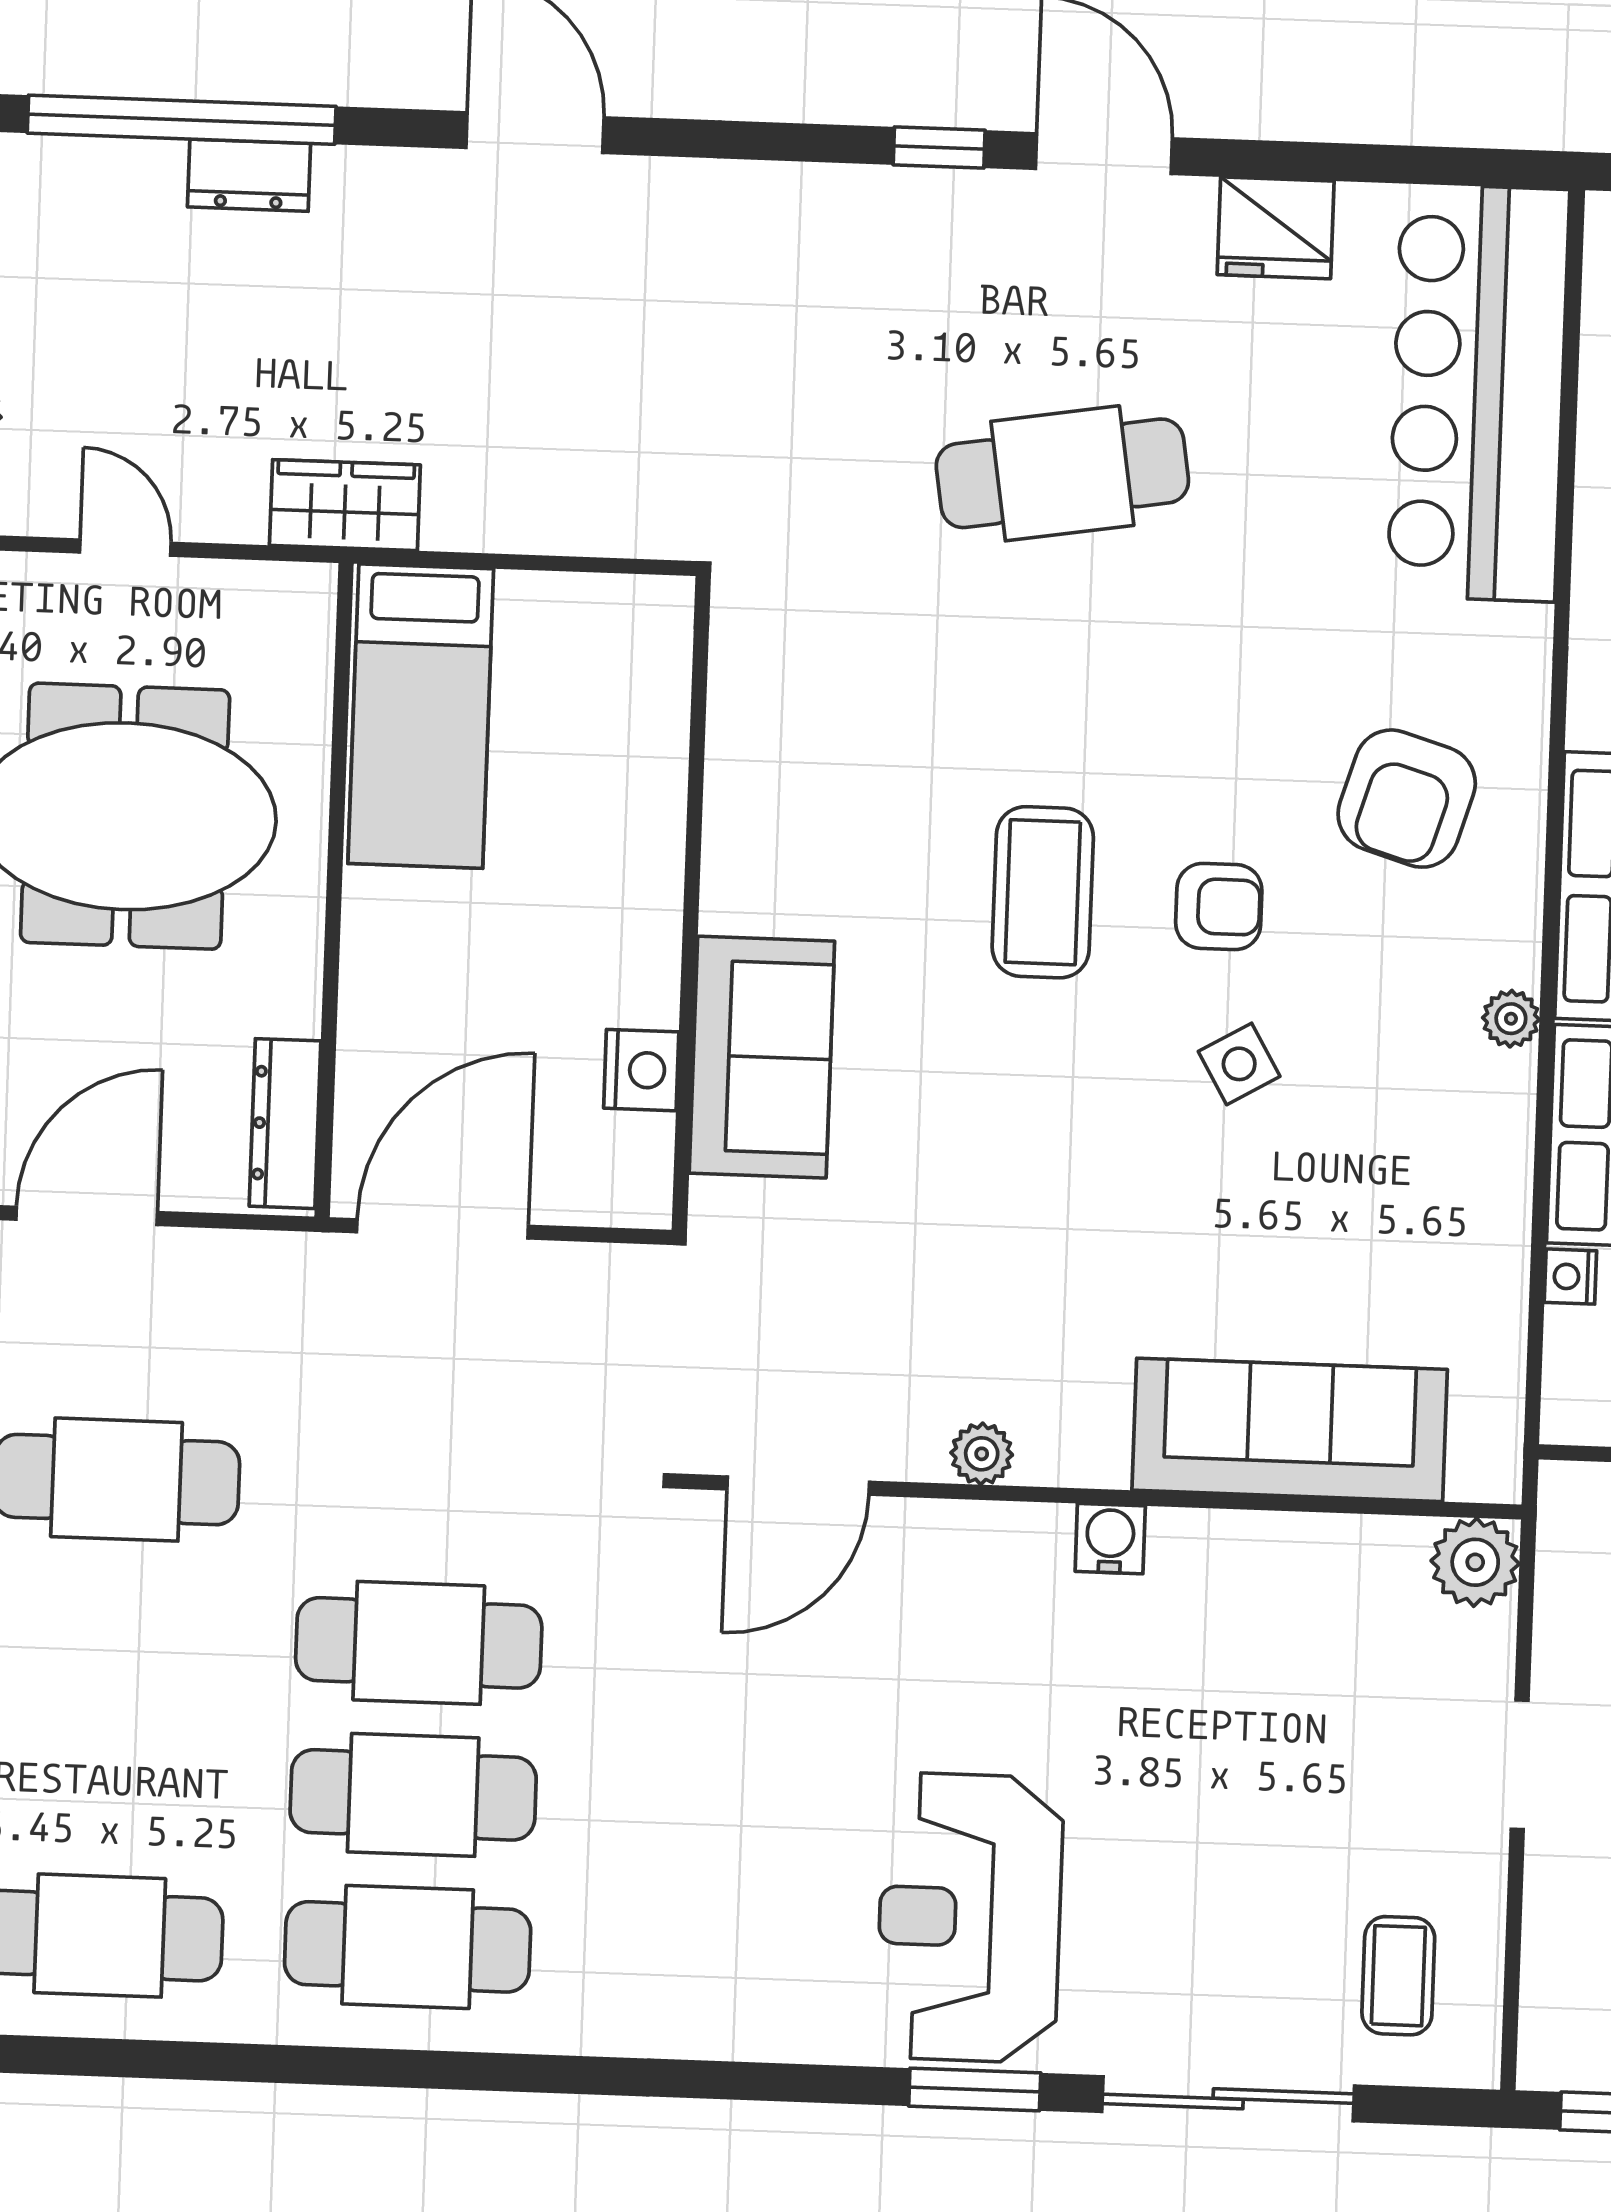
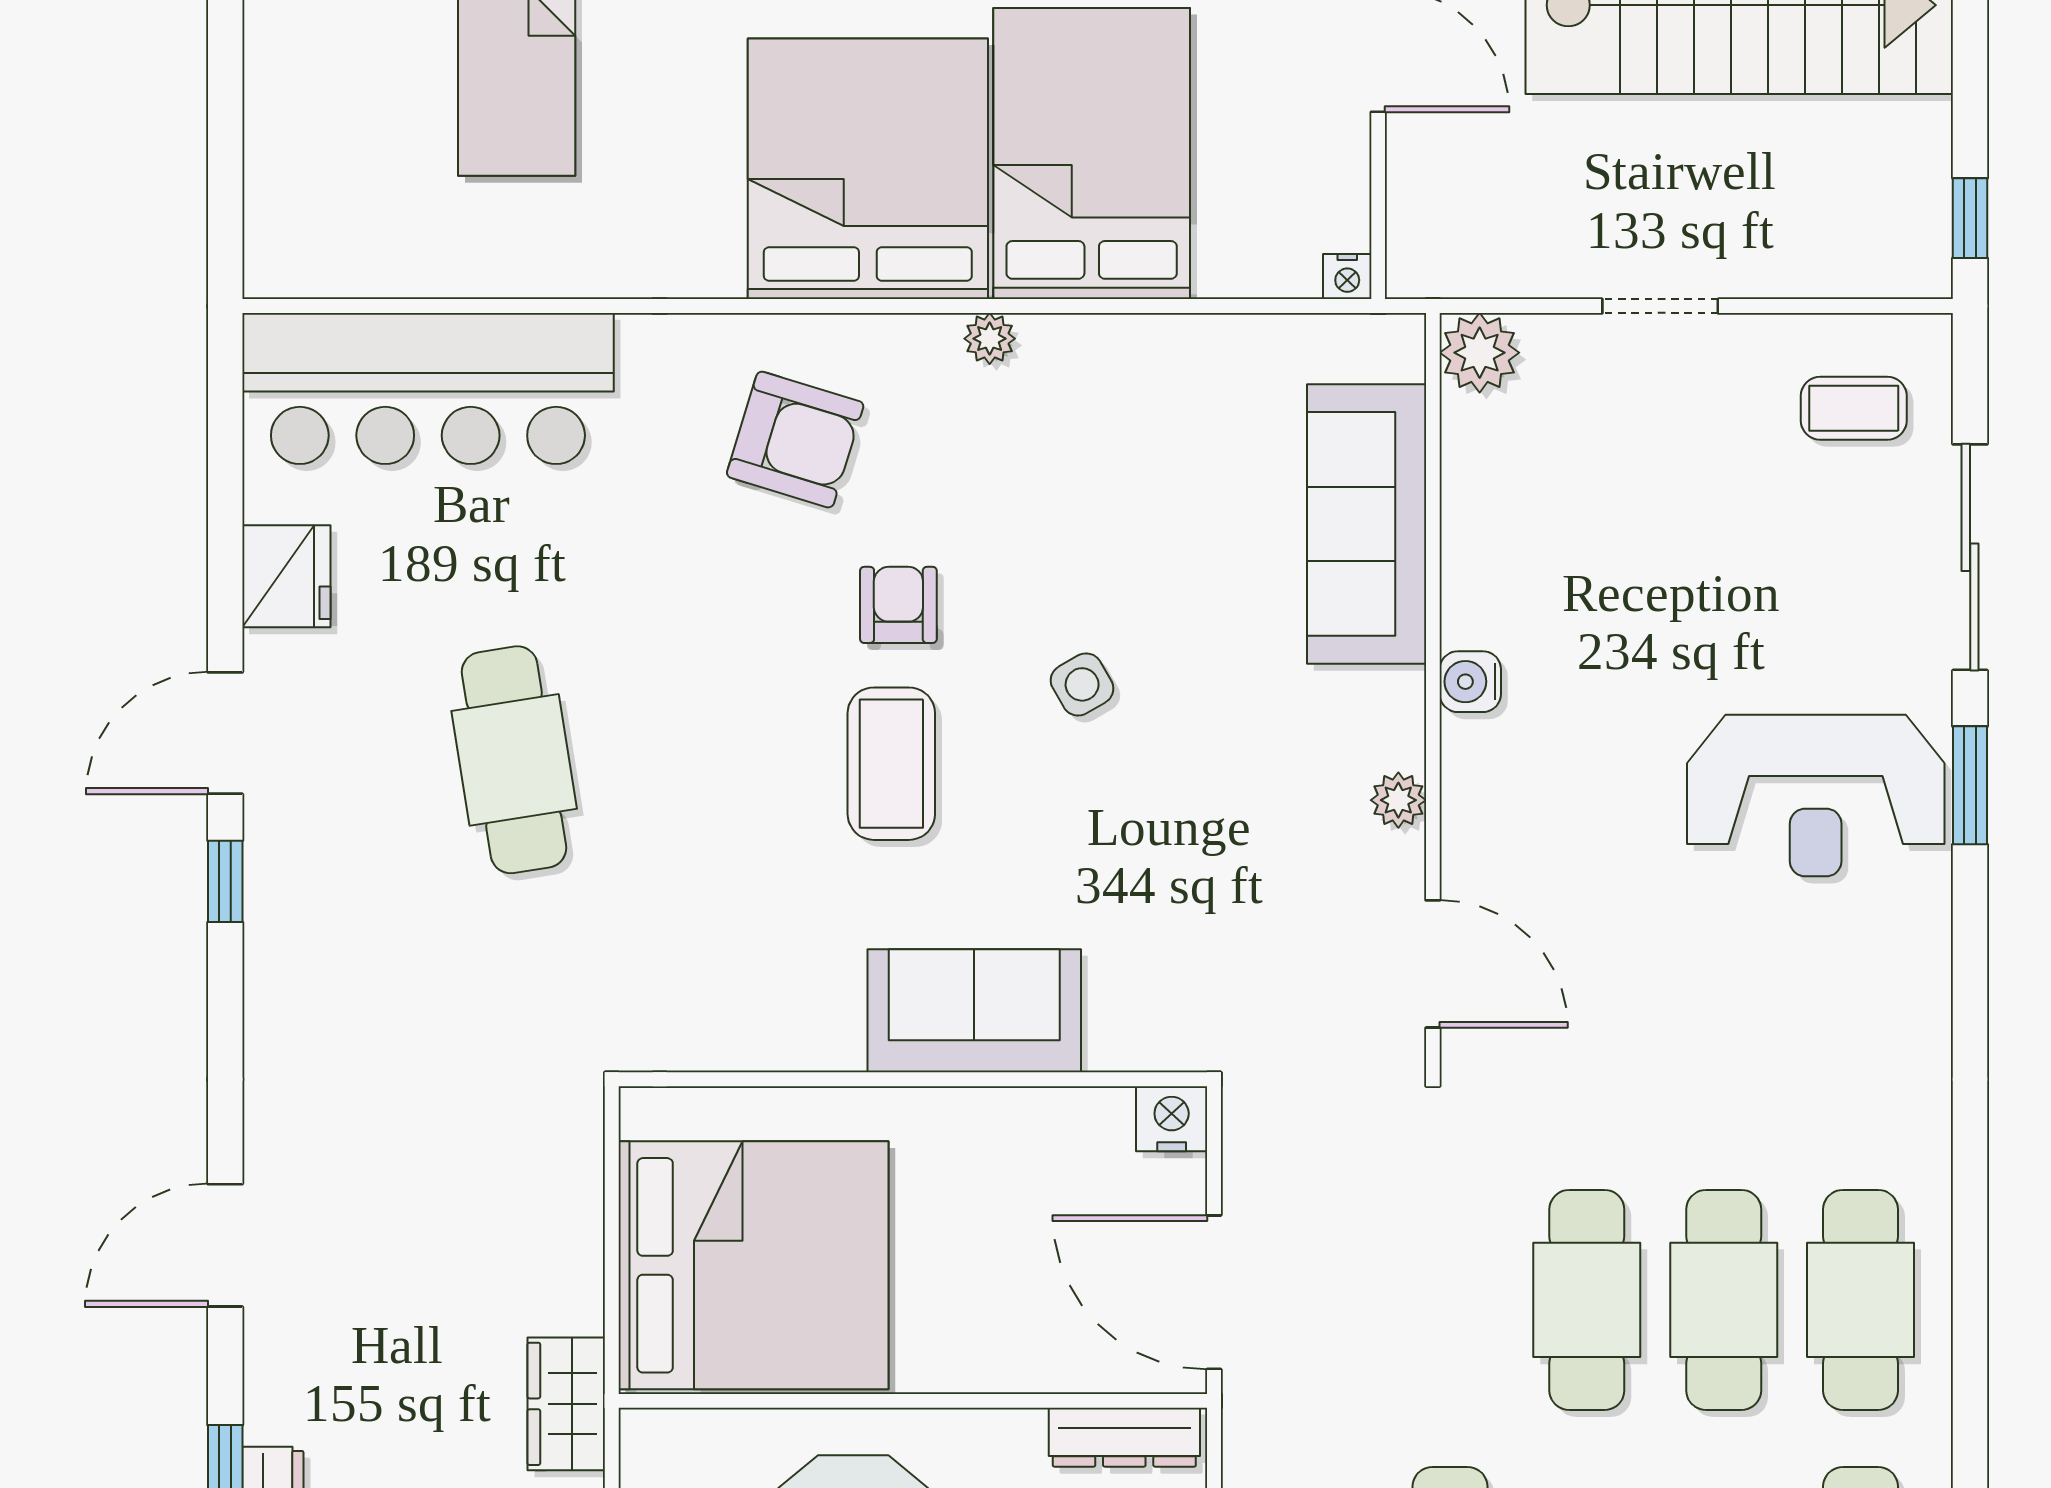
bed: (421, 716) -> (754, 1265), width x2.04
coffee table: (1043, 892) -> (891, 764), turned 90
sofa: (762, 1057) -> (974, 1011), moved
side table: (1239, 1064) -> (1082, 684), moved
nightstand: (641, 1070) -> (1172, 1119), moved
nightstand: (1570, 1277) -> (1347, 277), moved

